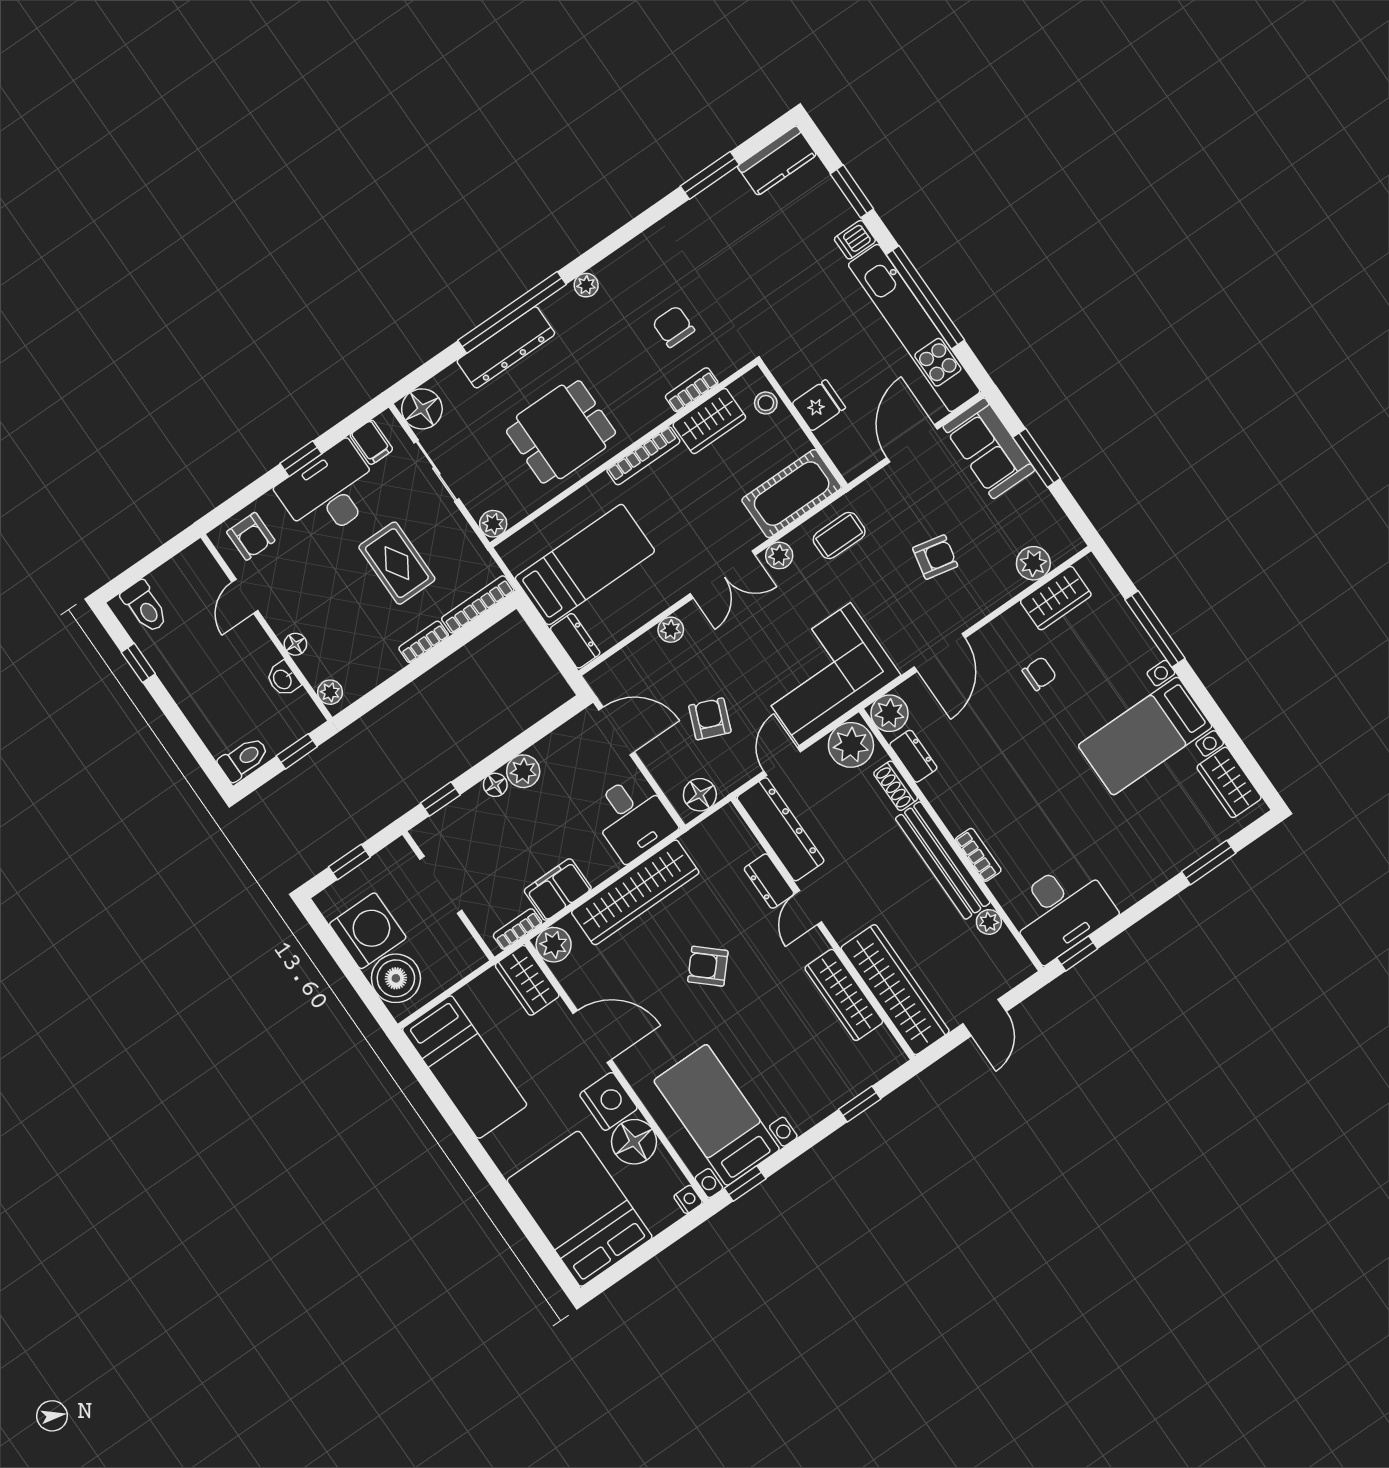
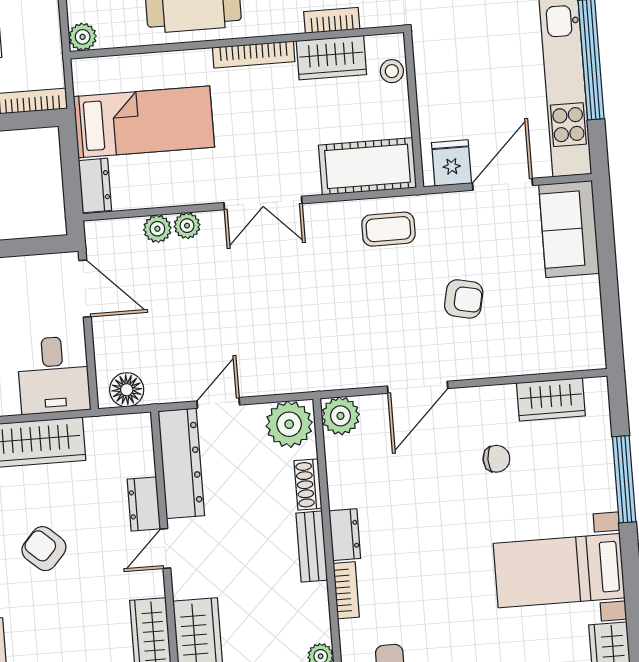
fridge: (819, 405) -> (452, 163), moved, turned -90
window: (1037, 458) -> (607, 263), removed
plant: (779, 555) -> (157, 229), moved
plant: (1033, 563) -> (549, 356), removed
corner sofa: (825, 674) -> (303, 347), removed
armchair: (710, 719) -> (176, 327), removed
dresser: (913, 756) -> (345, 535), moved
bench: (943, 860) -> (312, 547), width x0.54, depth x0.82

